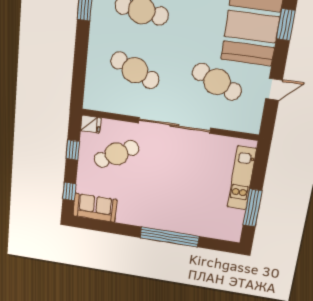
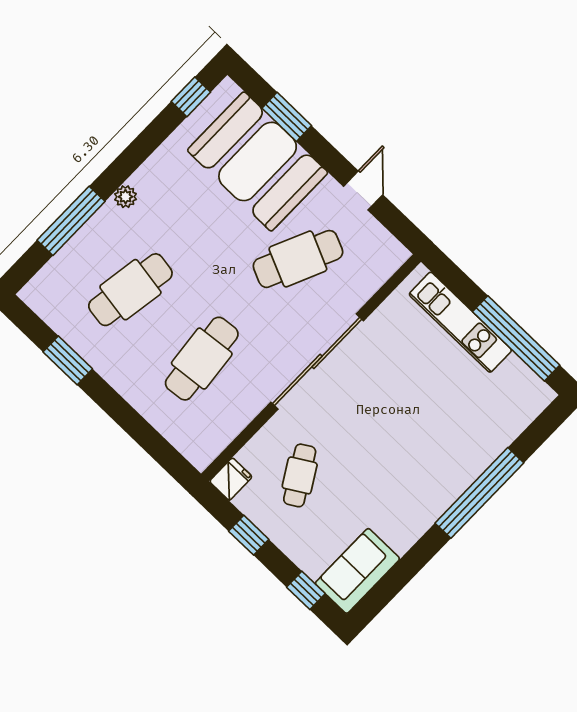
cafe table: (135, 70) -> (202, 359), turned -30
cafe table: (116, 154) -> (300, 475), width x0.73, depth x0.74
window: (252, 208) -> (516, 338), width x1.46

